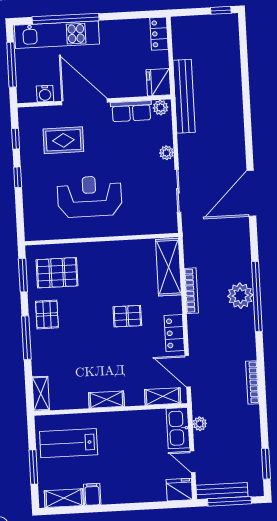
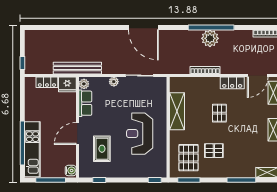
window: (221, 10) -> (22, 63), moved
locker: (159, 34) -> (47, 82), moved
water cooler: (45, 94) -> (71, 171), moved
door: (85, 102) -> (77, 133), width x0.73
window: (18, 177) -> (155, 180), moved
shelving: (168, 267) -> (177, 111), moved, turned 90
pallet: (47, 314) -> (214, 151), moved
window: (26, 338) -> (241, 180), moved

